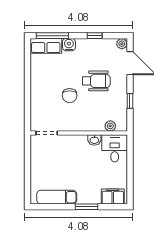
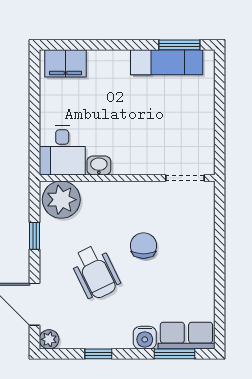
window: (52, 36) -> (175, 354), width x0.69
wheelchair: (96, 81) -> (95, 272), turned -116
plant: (110, 126) -> (61, 200), width x1.87, depth x1.87
window: (87, 207) -> (179, 45), moved

